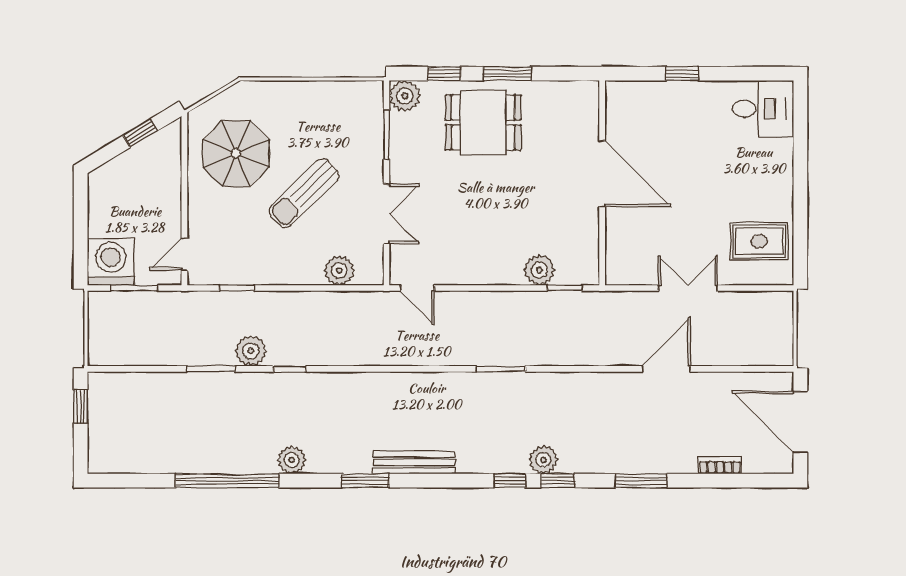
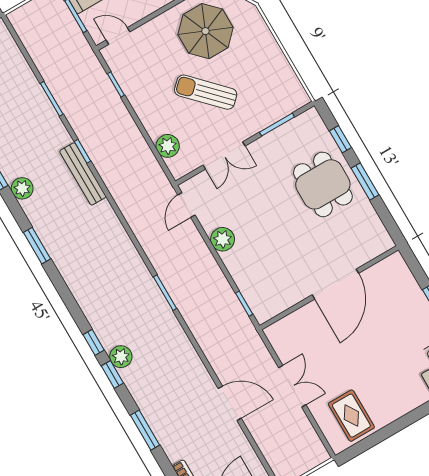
plant: (405, 96) -> (310, 122), removed
plant: (539, 270) -> (223, 239), moved
plant: (251, 351) -> (79, 118), removed
bench: (414, 462) -> (83, 174), moved

